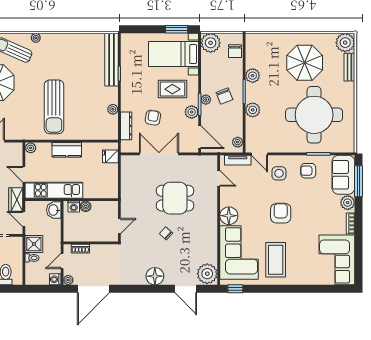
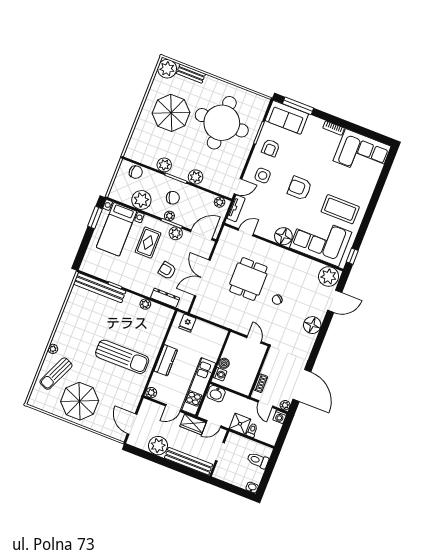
plant: (211, 43) -> (141, 200), moved
plant: (348, 203) -> (314, 123), removed

